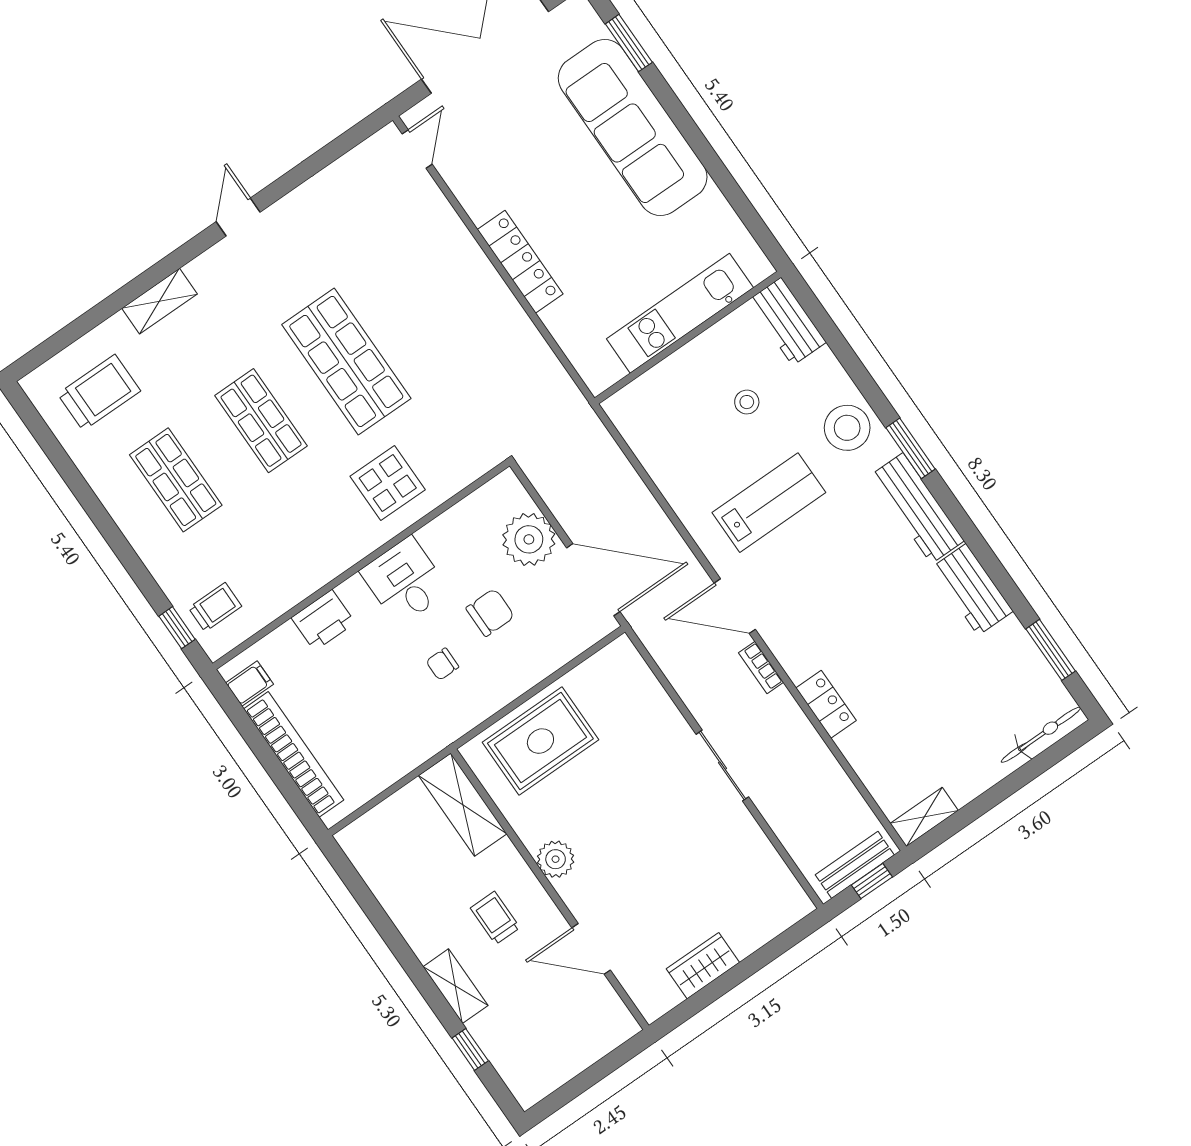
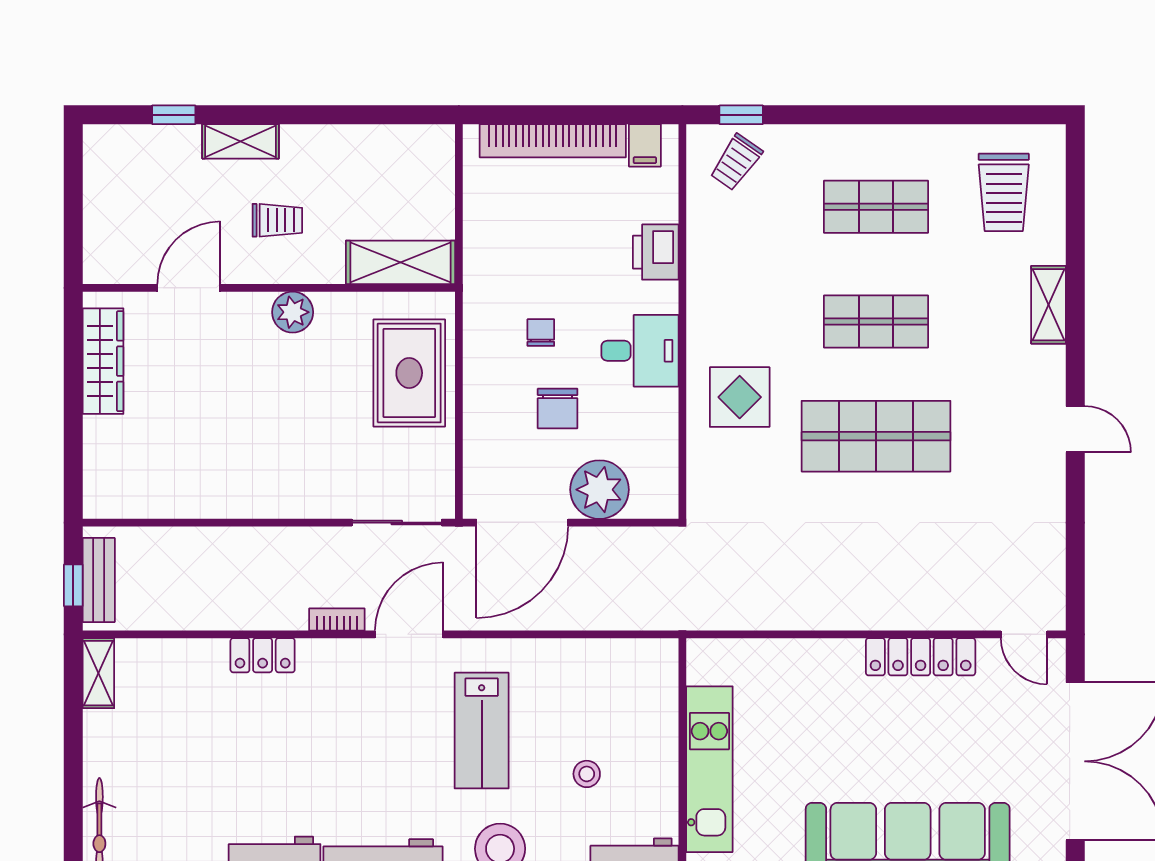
locker: (520, 262) -> (921, 657), moved
trolley: (215, 607) -> (736, 162), turned 35
sliding door: (722, 766) -> (397, 523), moved
wardrobe: (703, 966) -> (103, 361), width x1.50

